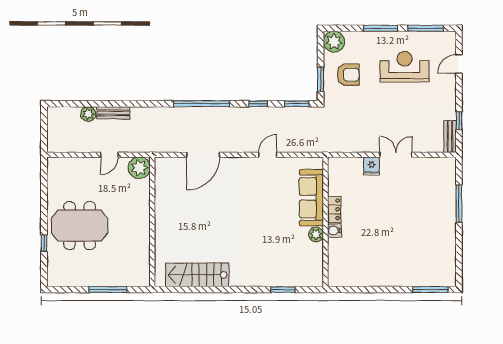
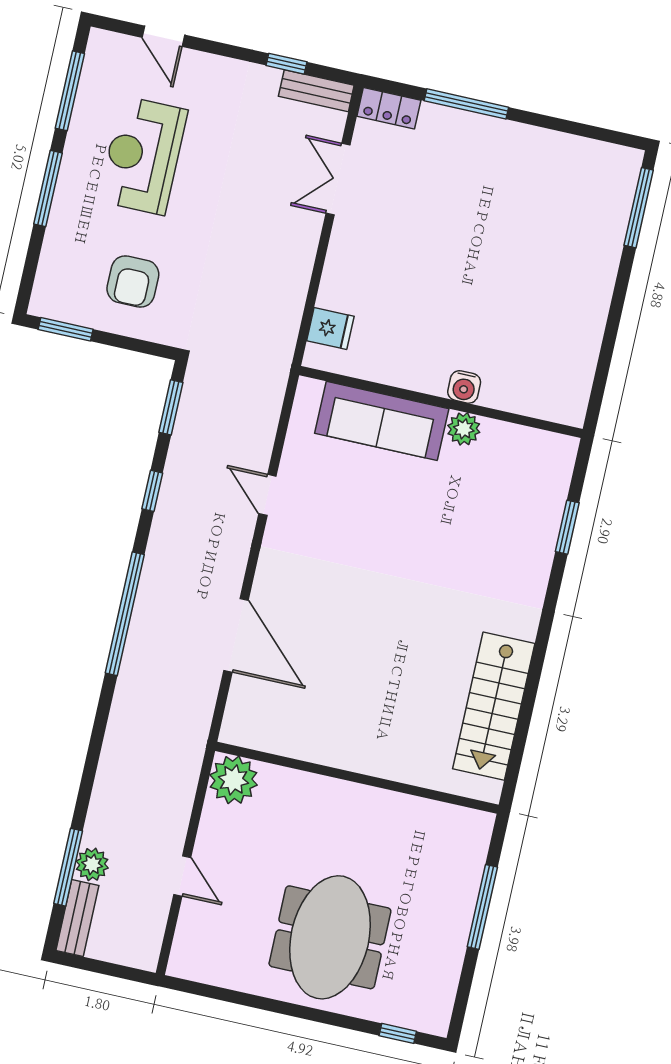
plant: (334, 42) -> (54, 296), removed
armchair: (348, 75) -> (133, 281), turned 180
window: (321, 79) -> (66, 329), moved
window: (85, 104) -> (68, 867), added
bench: (113, 113) -> (77, 918), moved
door: (109, 155) -> (182, 876), moved
double door: (396, 155) -> (338, 179), moved
fridge: (372, 166) -> (330, 328), moved
locker: (334, 209) -> (389, 108), moved, turned 180
window: (44, 243) -> (398, 1033), moved

